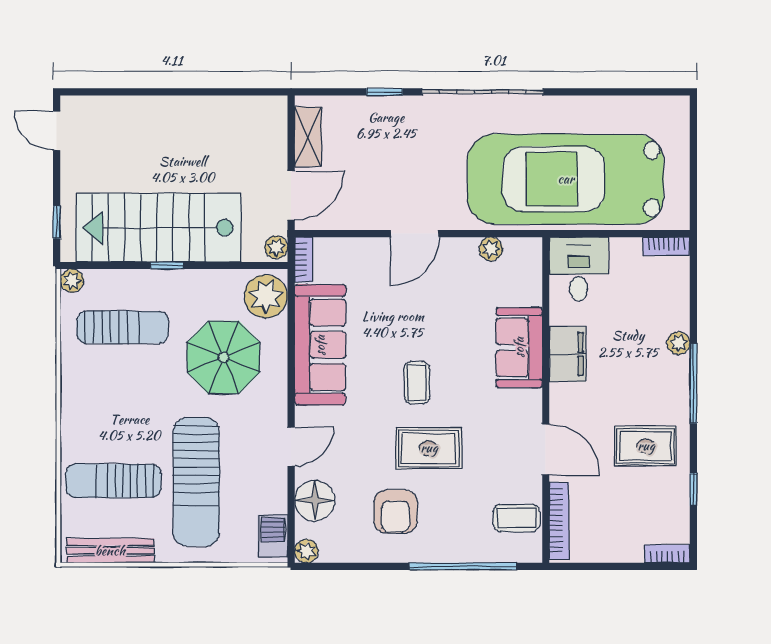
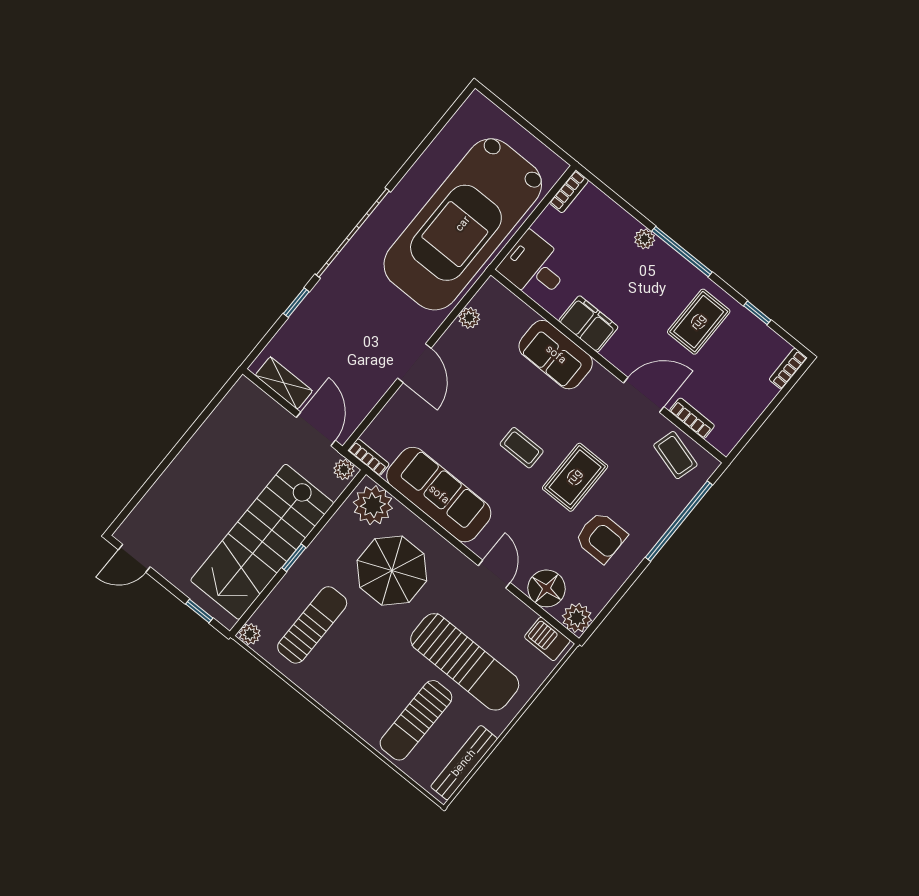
coffee table: (517, 518) -> (675, 455), turned -74
bookcase: (559, 521) -> (692, 418), width x0.64
plant: (306, 551) -> (577, 618), width x1.38, depth x1.38

